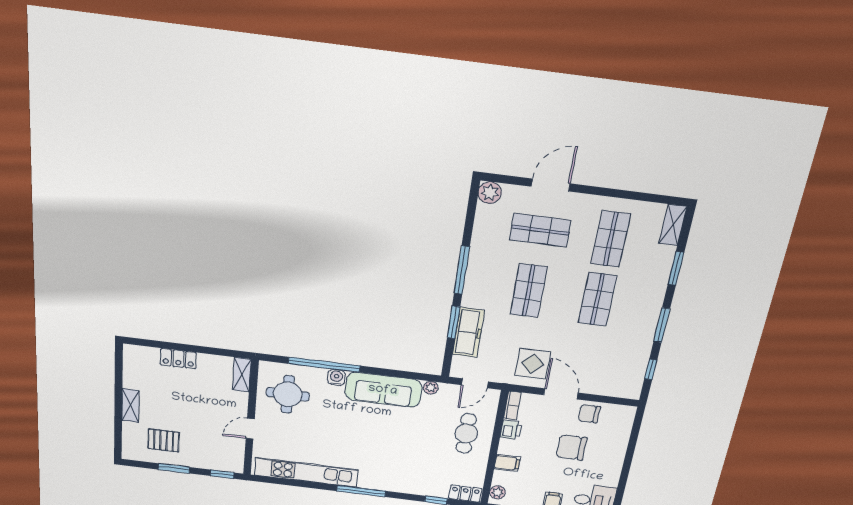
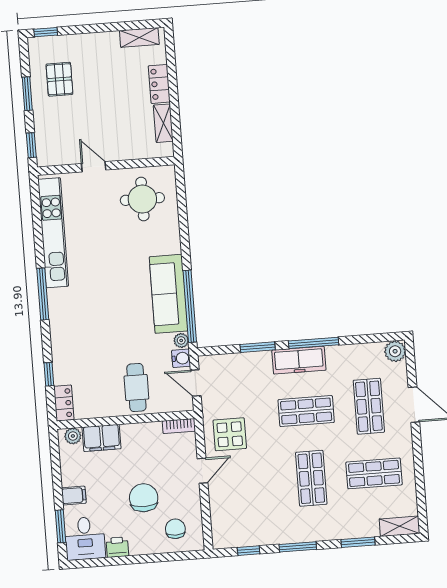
shop shelf: (597, 299) -> (311, 478), turned 90
freezer: (468, 332) -> (299, 360), moved
window: (324, 365) -> (190, 306), moved
shelving: (242, 375) -> (163, 123), moved, turned 90
water cooler: (336, 377) -> (181, 358), moved
door: (561, 394) -> (202, 471), width x0.73
shelving: (130, 405) -> (139, 37), moved
chair: (589, 414) -> (175, 529), moved
printer: (511, 430) -> (117, 547), moved, turned 180
cafe table: (466, 433) -> (136, 387), turned 90
window: (118, 443) -> (46, 32), added
filing cabinet: (507, 463) -> (102, 438), width x2.00

